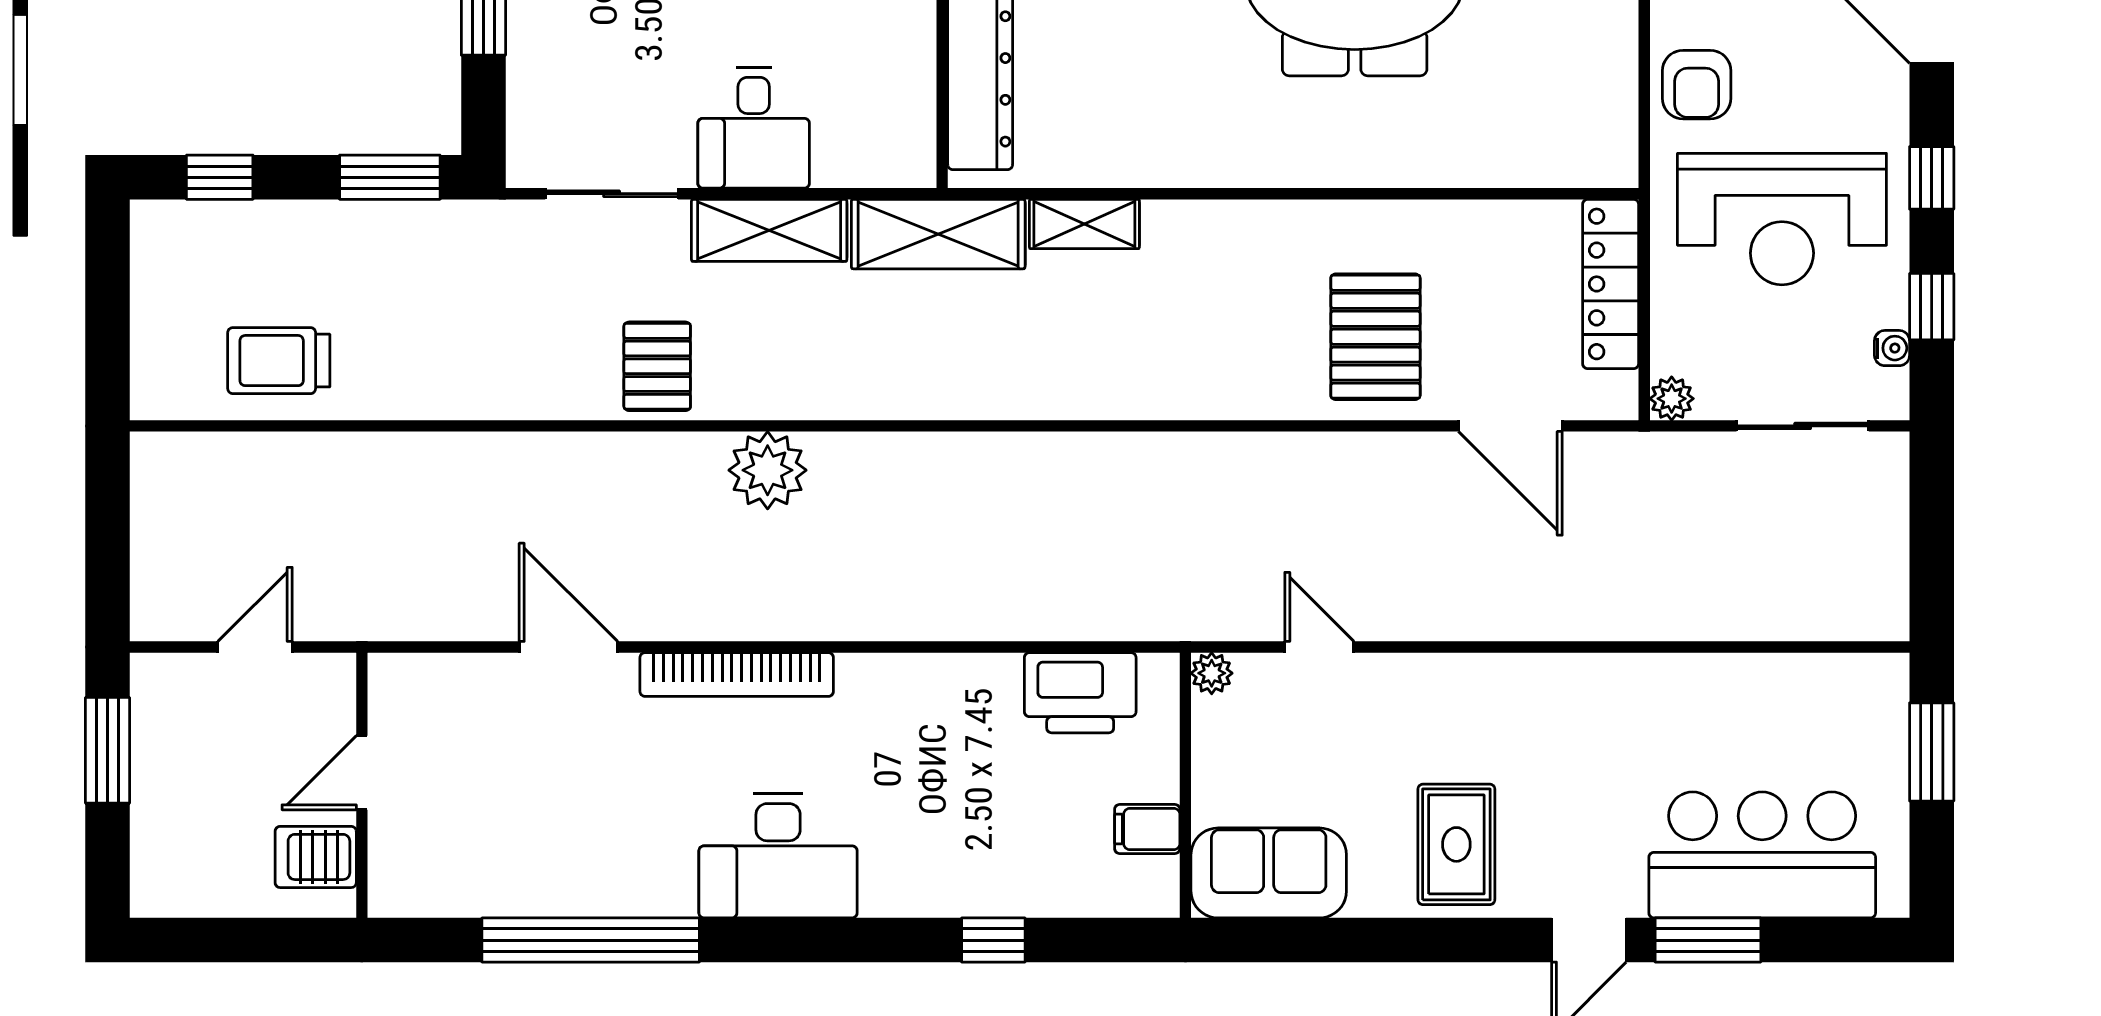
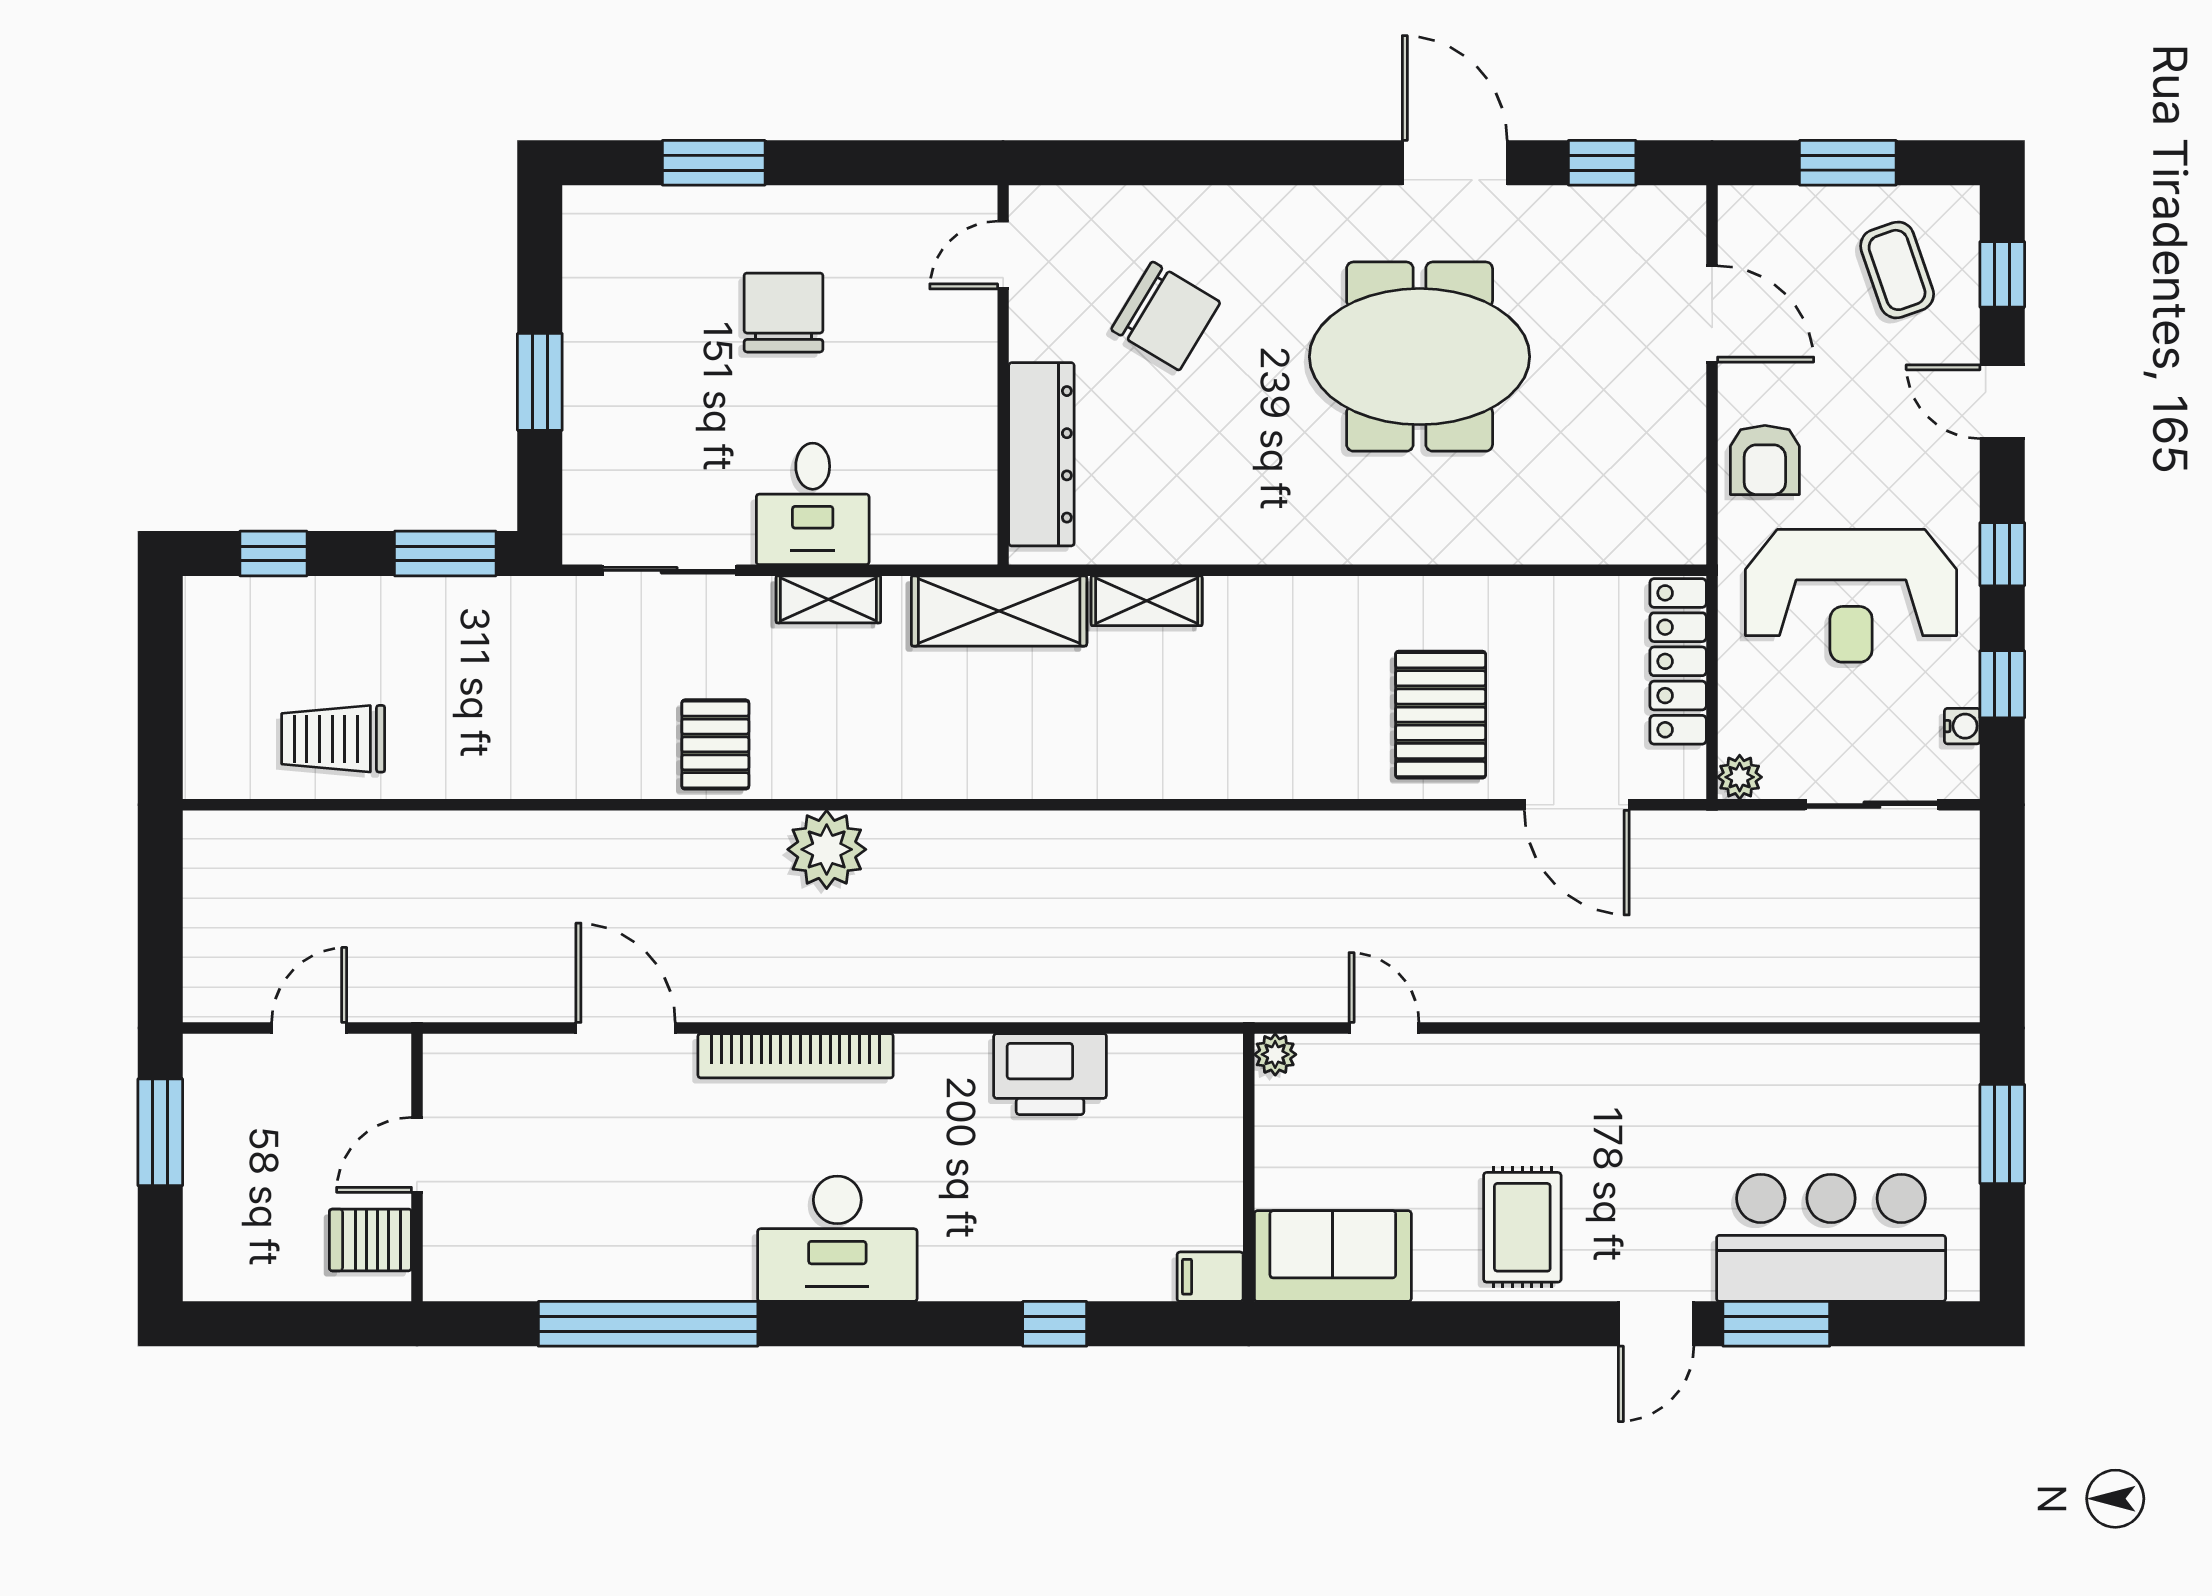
shelving: (769, 230) -> (828, 599), width x0.67, depth x0.75
printer: (1080, 693) -> (1050, 1074), moved
filing cabinet: (1147, 829) -> (1210, 1277), moved

